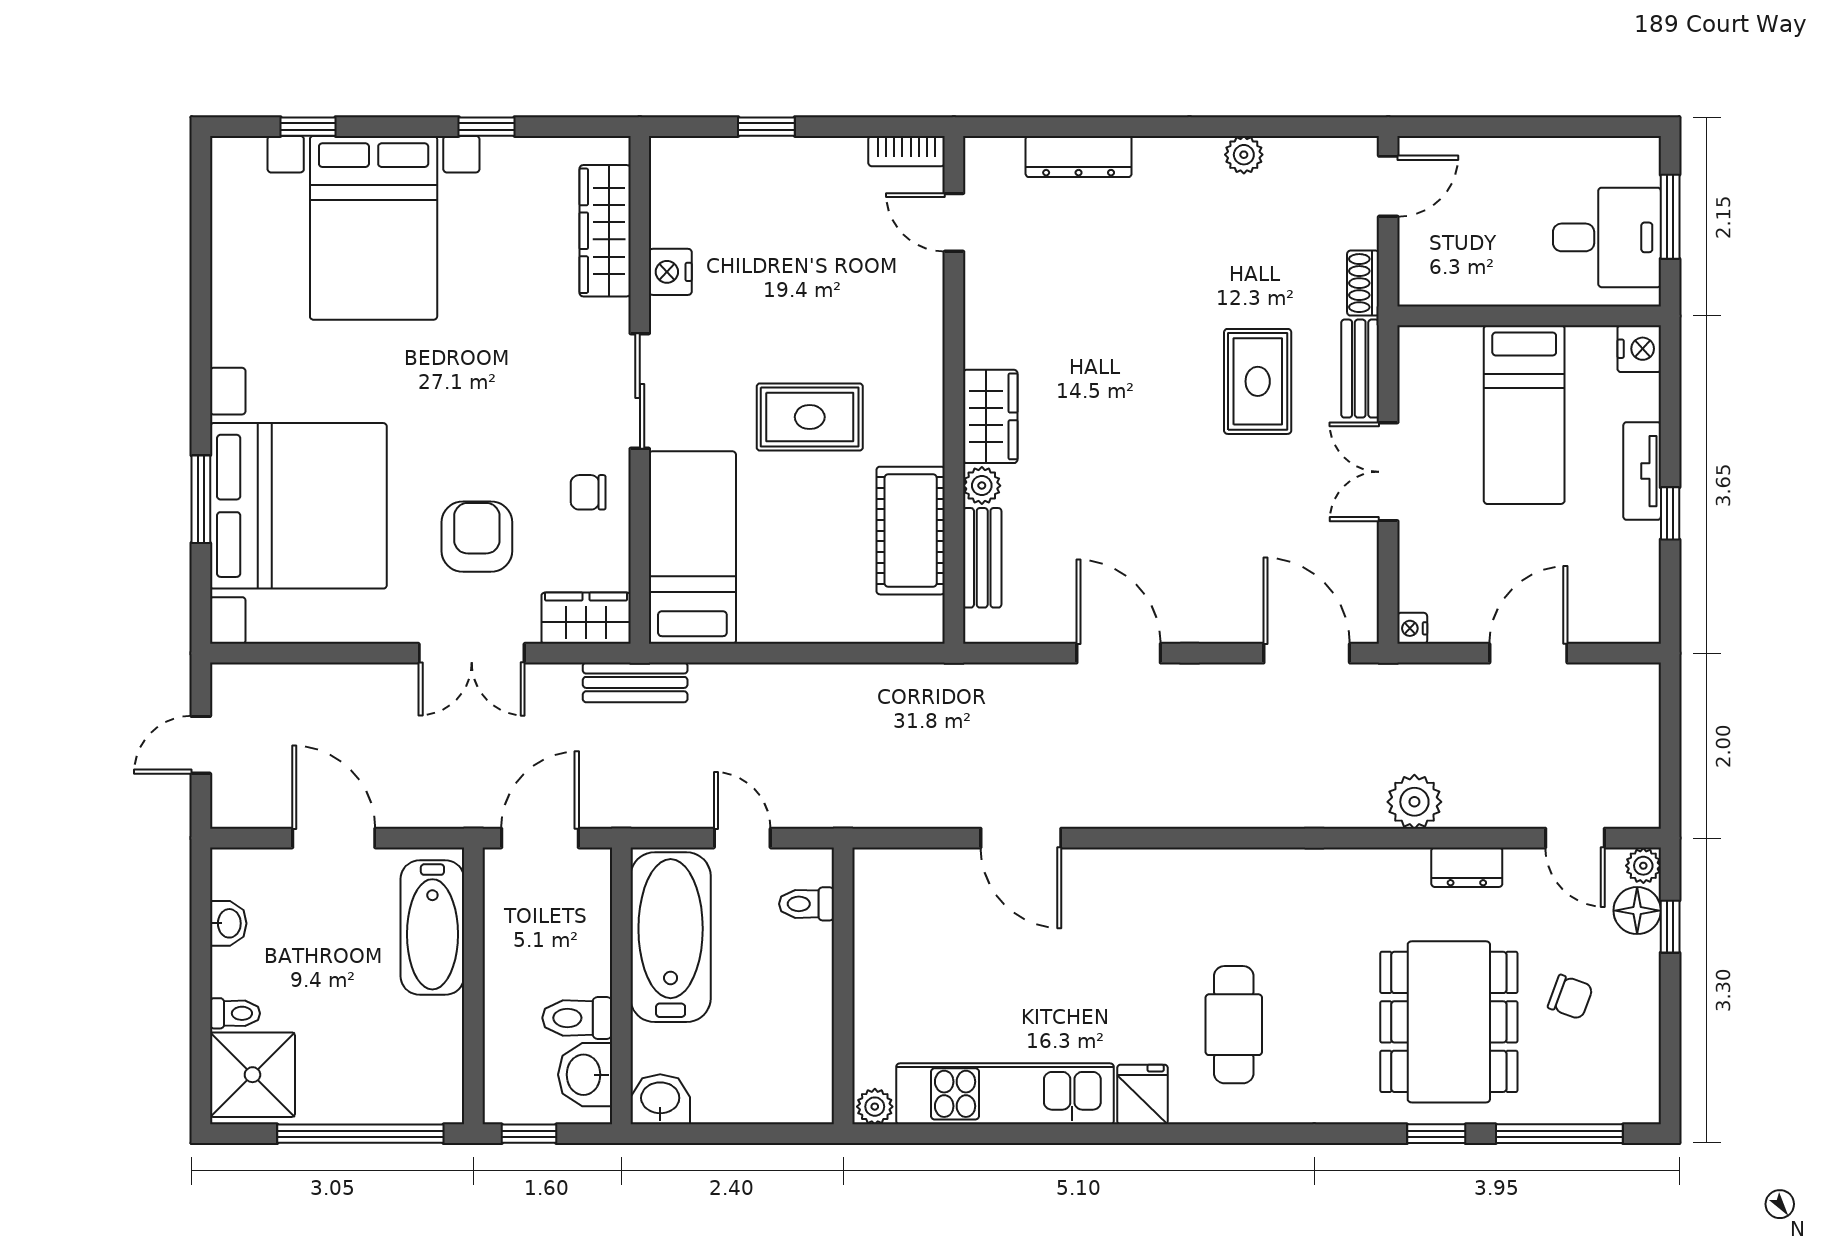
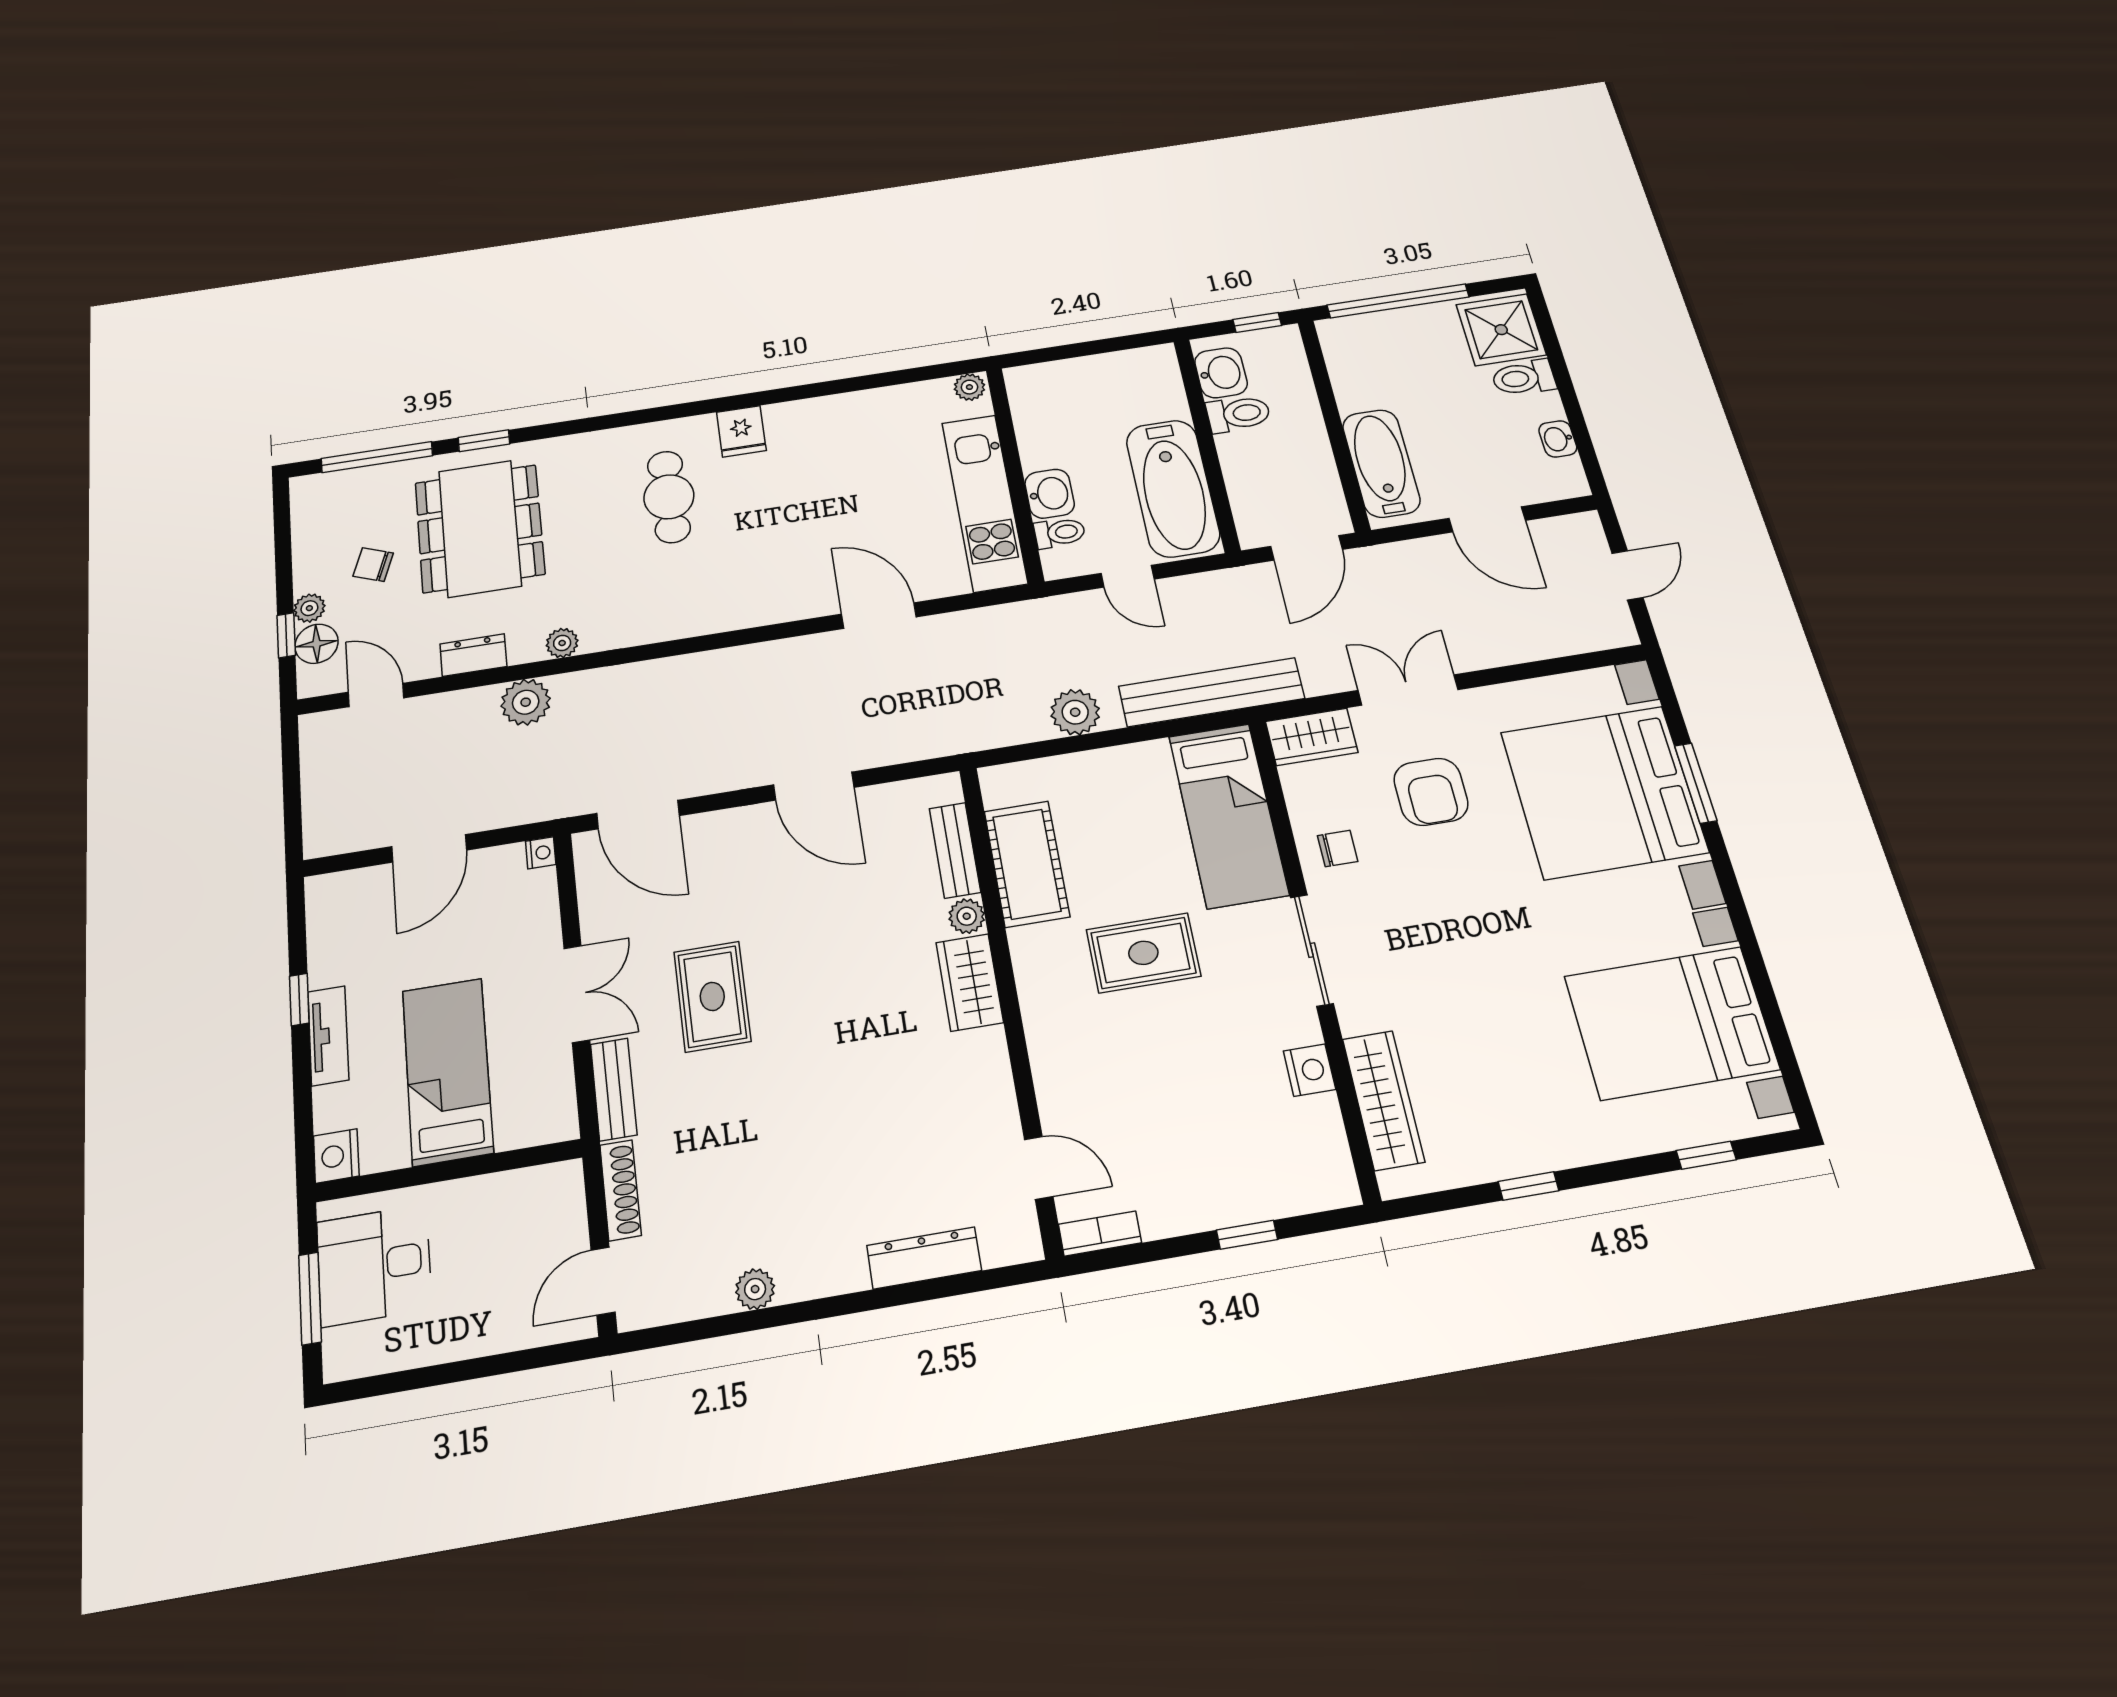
bed with nightstands: (374, 228) -> (1671, 1023), moved, turned -90
shoe rack: (1363, 283) -> (620, 1190), width x1.43
rug: (1258, 381) -> (712, 996), moved
bench: (635, 682) -> (1212, 692), width x1.86, depth x1.21
plant: (829, 689) -> (1075, 712), added
plant: (1369, 865) -> (562, 643), added
plant: (1643, 866) -> (309, 608), moved
toilet: (235, 1013) -> (1524, 378), width x1.37, depth x1.39
kitchen unit: (1005, 1094) -> (984, 502), moved, turned 90
washbasin: (660, 1099) -> (1050, 494), moved, turned -90

